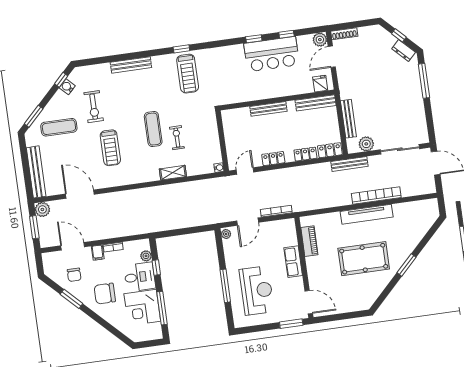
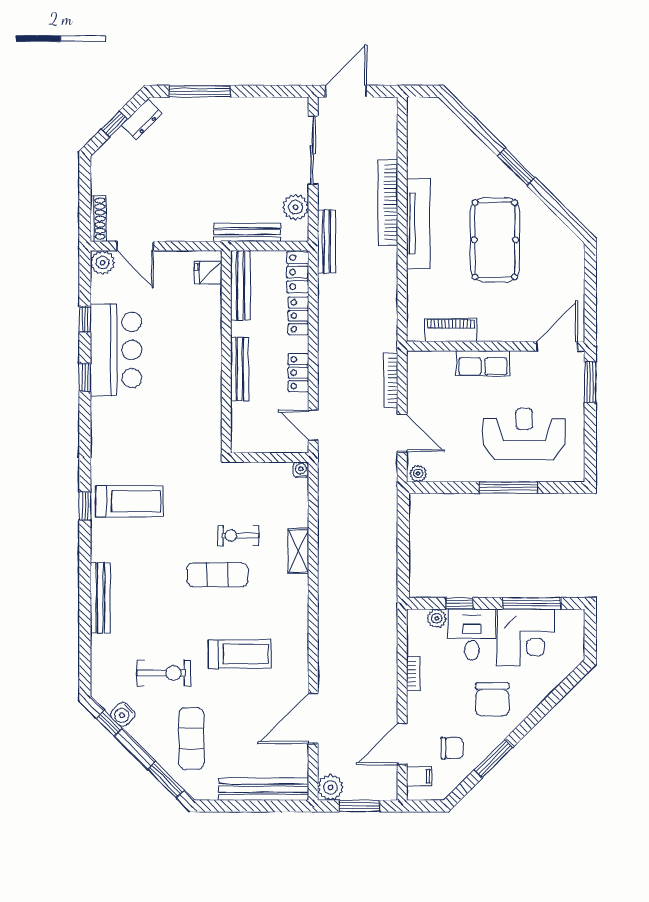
fridge: (320, 84) -> (208, 273), moved
wall: (277, 100) -> (226, 352), moved
bench: (316, 103) -> (240, 285), moved
bench: (268, 109) -> (240, 369), moved
filing cabinet: (98, 253) -> (419, 776), moved

